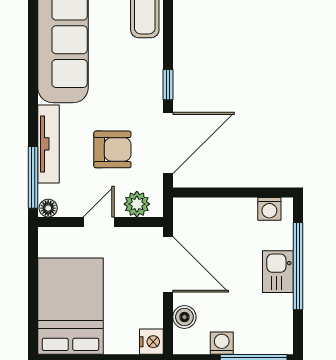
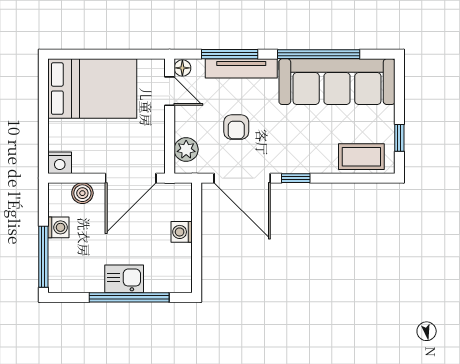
window: (33, 60) -> (319, 54), added
armchair: (112, 149) -> (236, 127), width x0.72, depth x0.72
window: (33, 177) -> (230, 54), moved
washing machine: (269, 209) -> (182, 232), moved
door: (99, 222) -> (170, 91), moved

